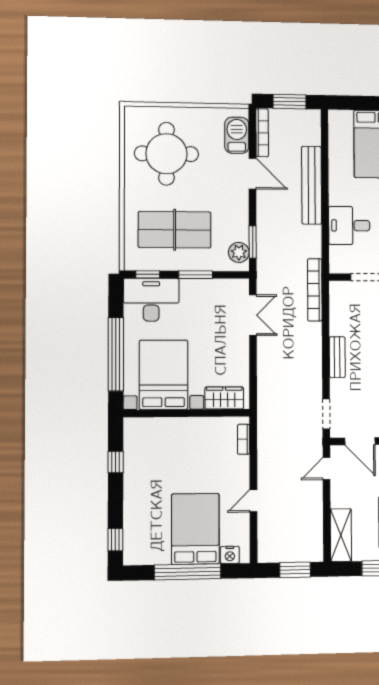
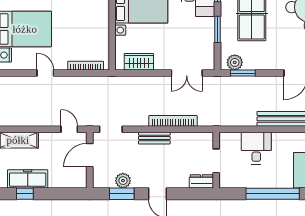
bookcase: (315, 290) -> (173, 121), moved
wardrobe: (224, 398) -> (139, 62), moved, turned -90
bookcase: (244, 439) -> (86, 66), width x1.56

